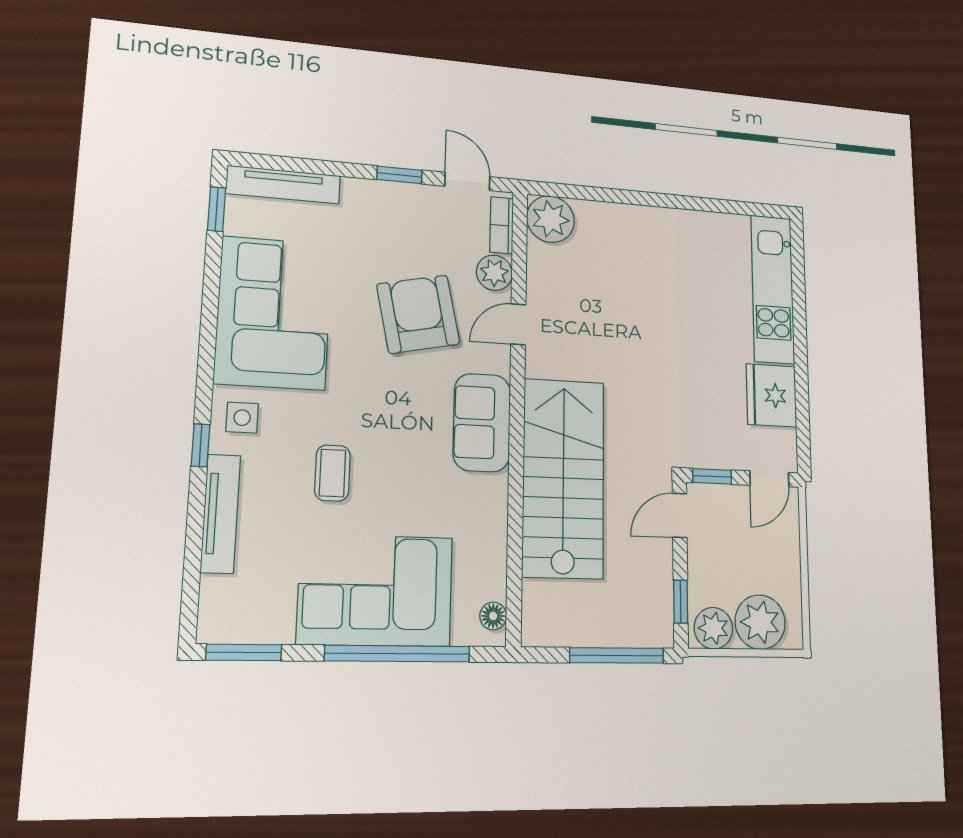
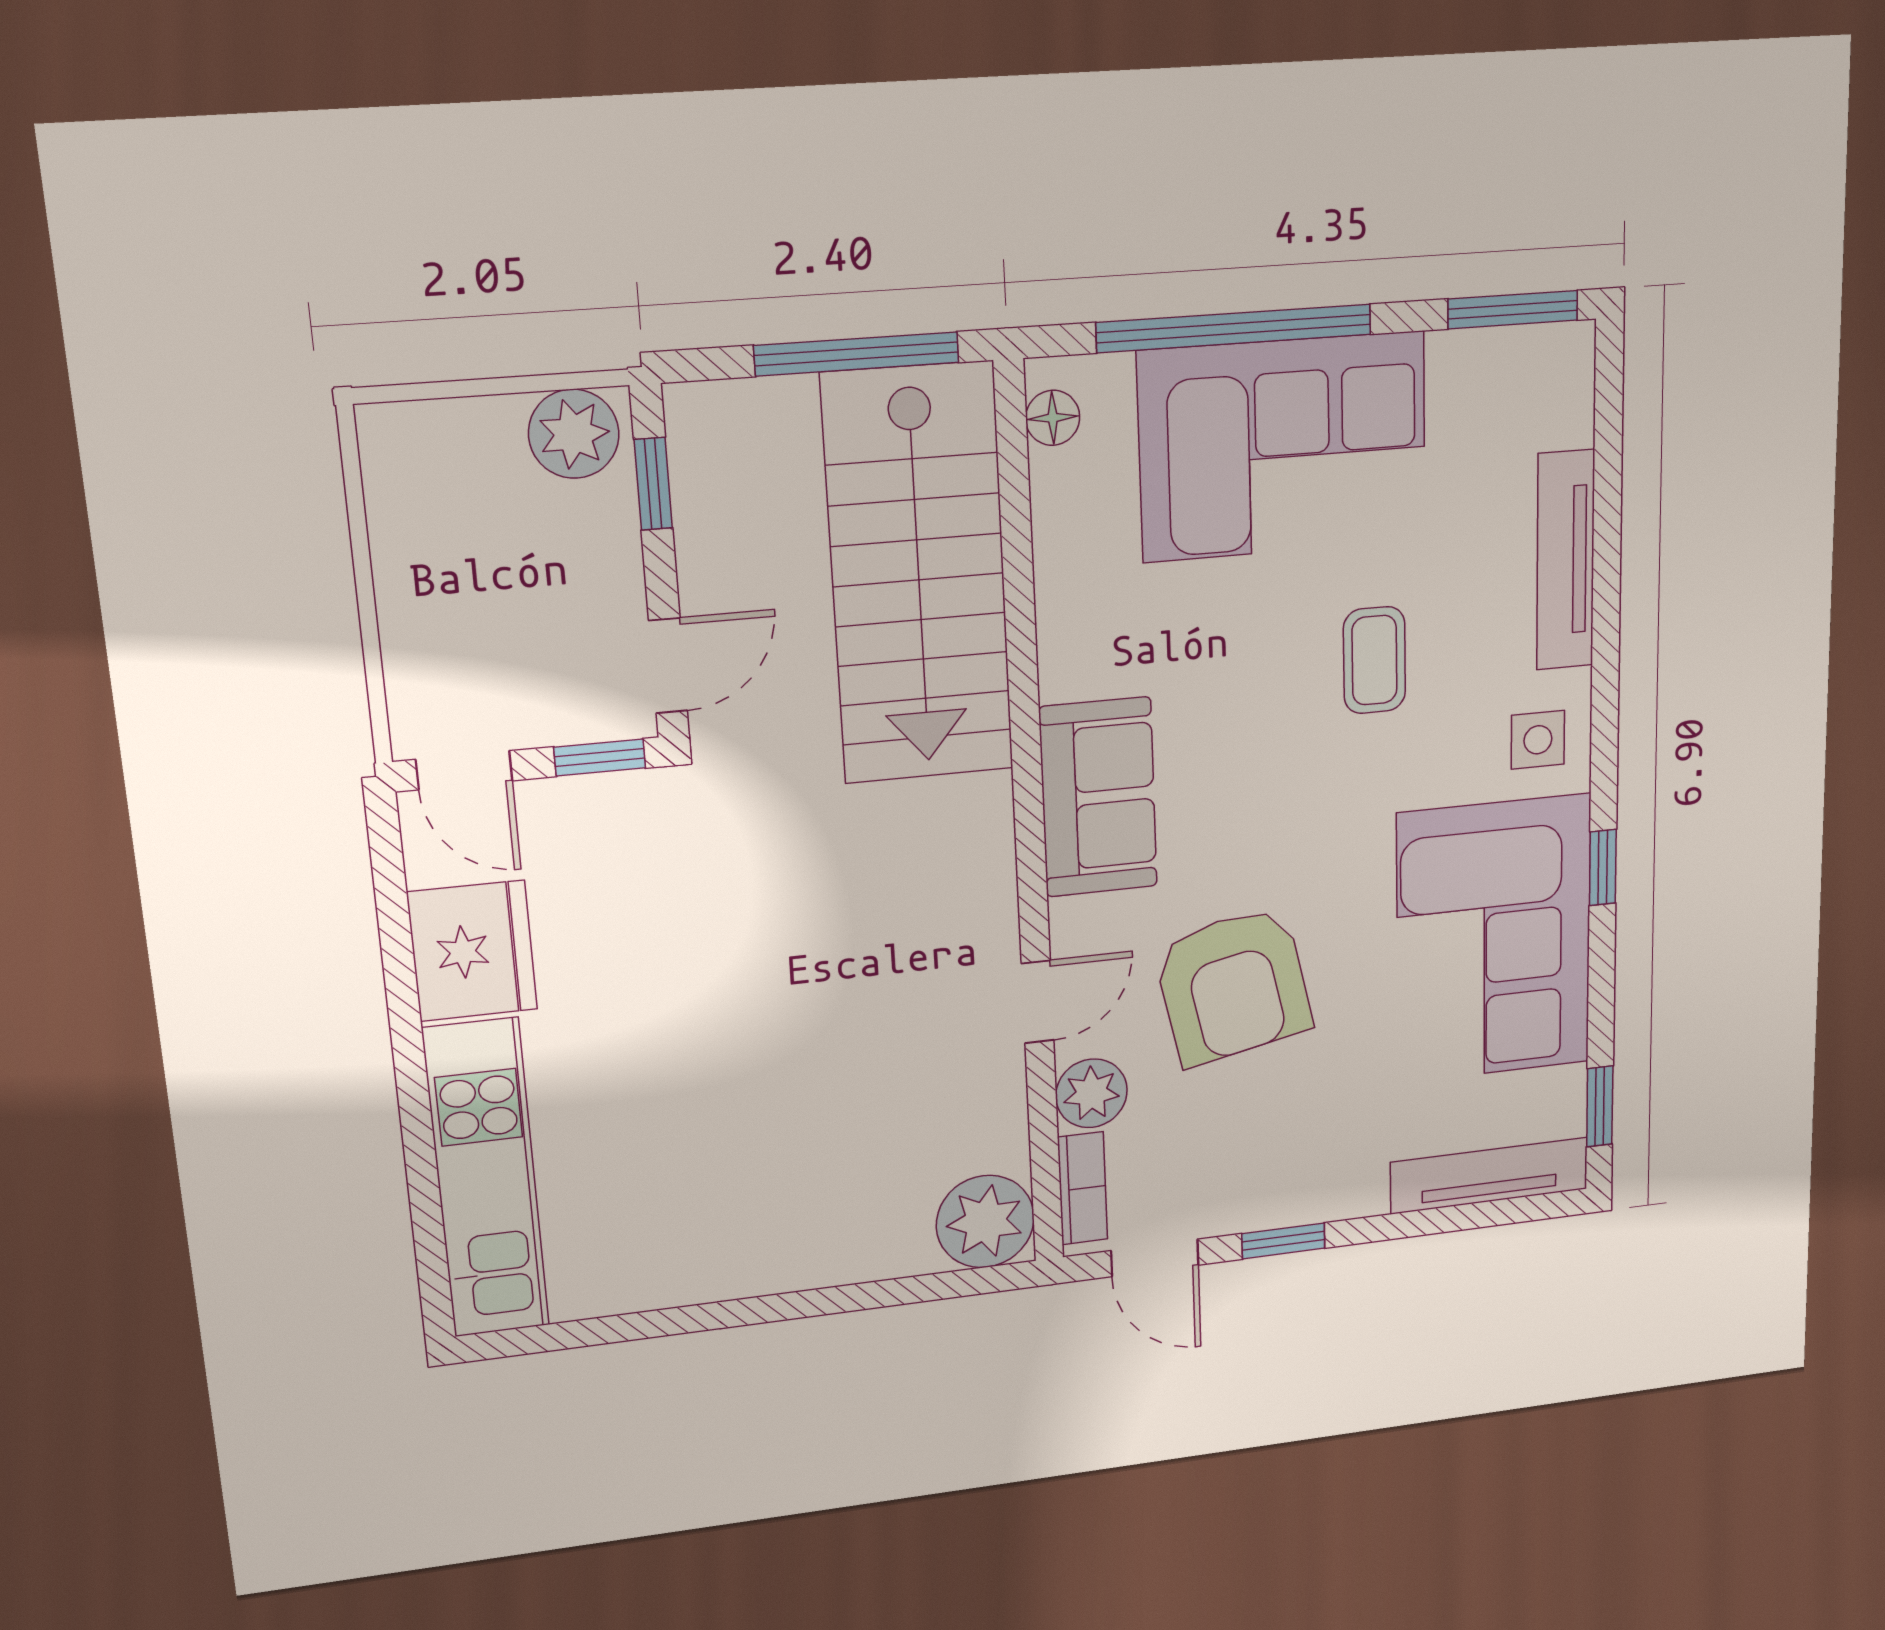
window: (201, 445) -> (1603, 868), moved
stairs: (563, 478) -> (919, 575), moved
door: (769, 479) -> (464, 770), swing flipped
plant: (760, 622) -> (464, 456), removed
window: (617, 655) -> (857, 354), moved

